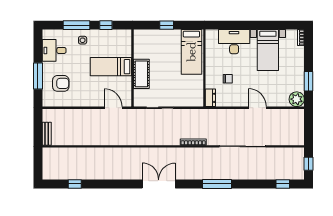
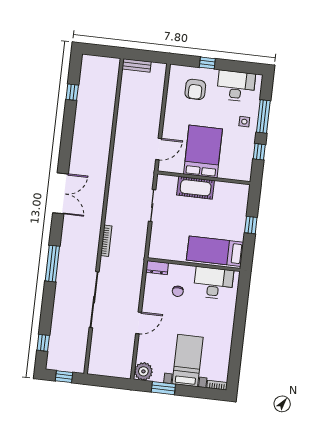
desk: (234, 42) -> (213, 283), moved, turned -90
desk: (54, 50) -> (236, 86), width x1.37
bed with nightstands: (268, 50) -> (188, 360), moved, turned 90
bed: (111, 67) -> (203, 151), width x1.50
window: (38, 76) -> (207, 63), width x0.46

